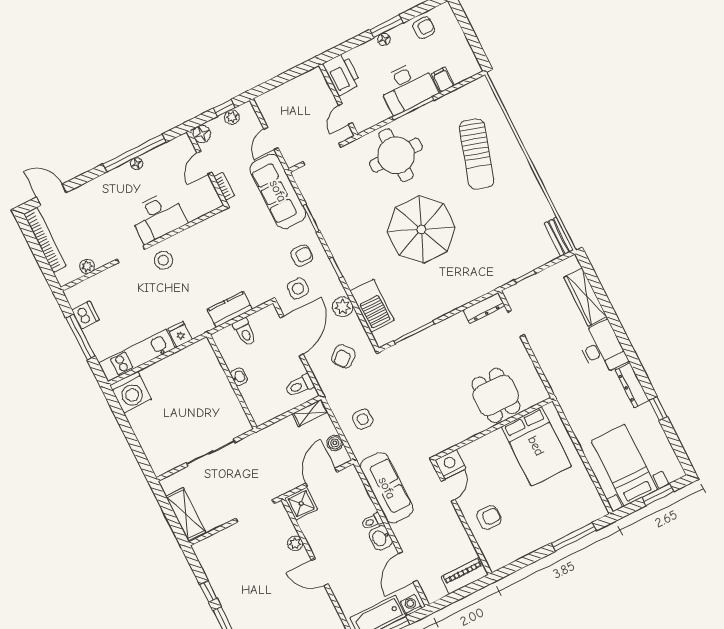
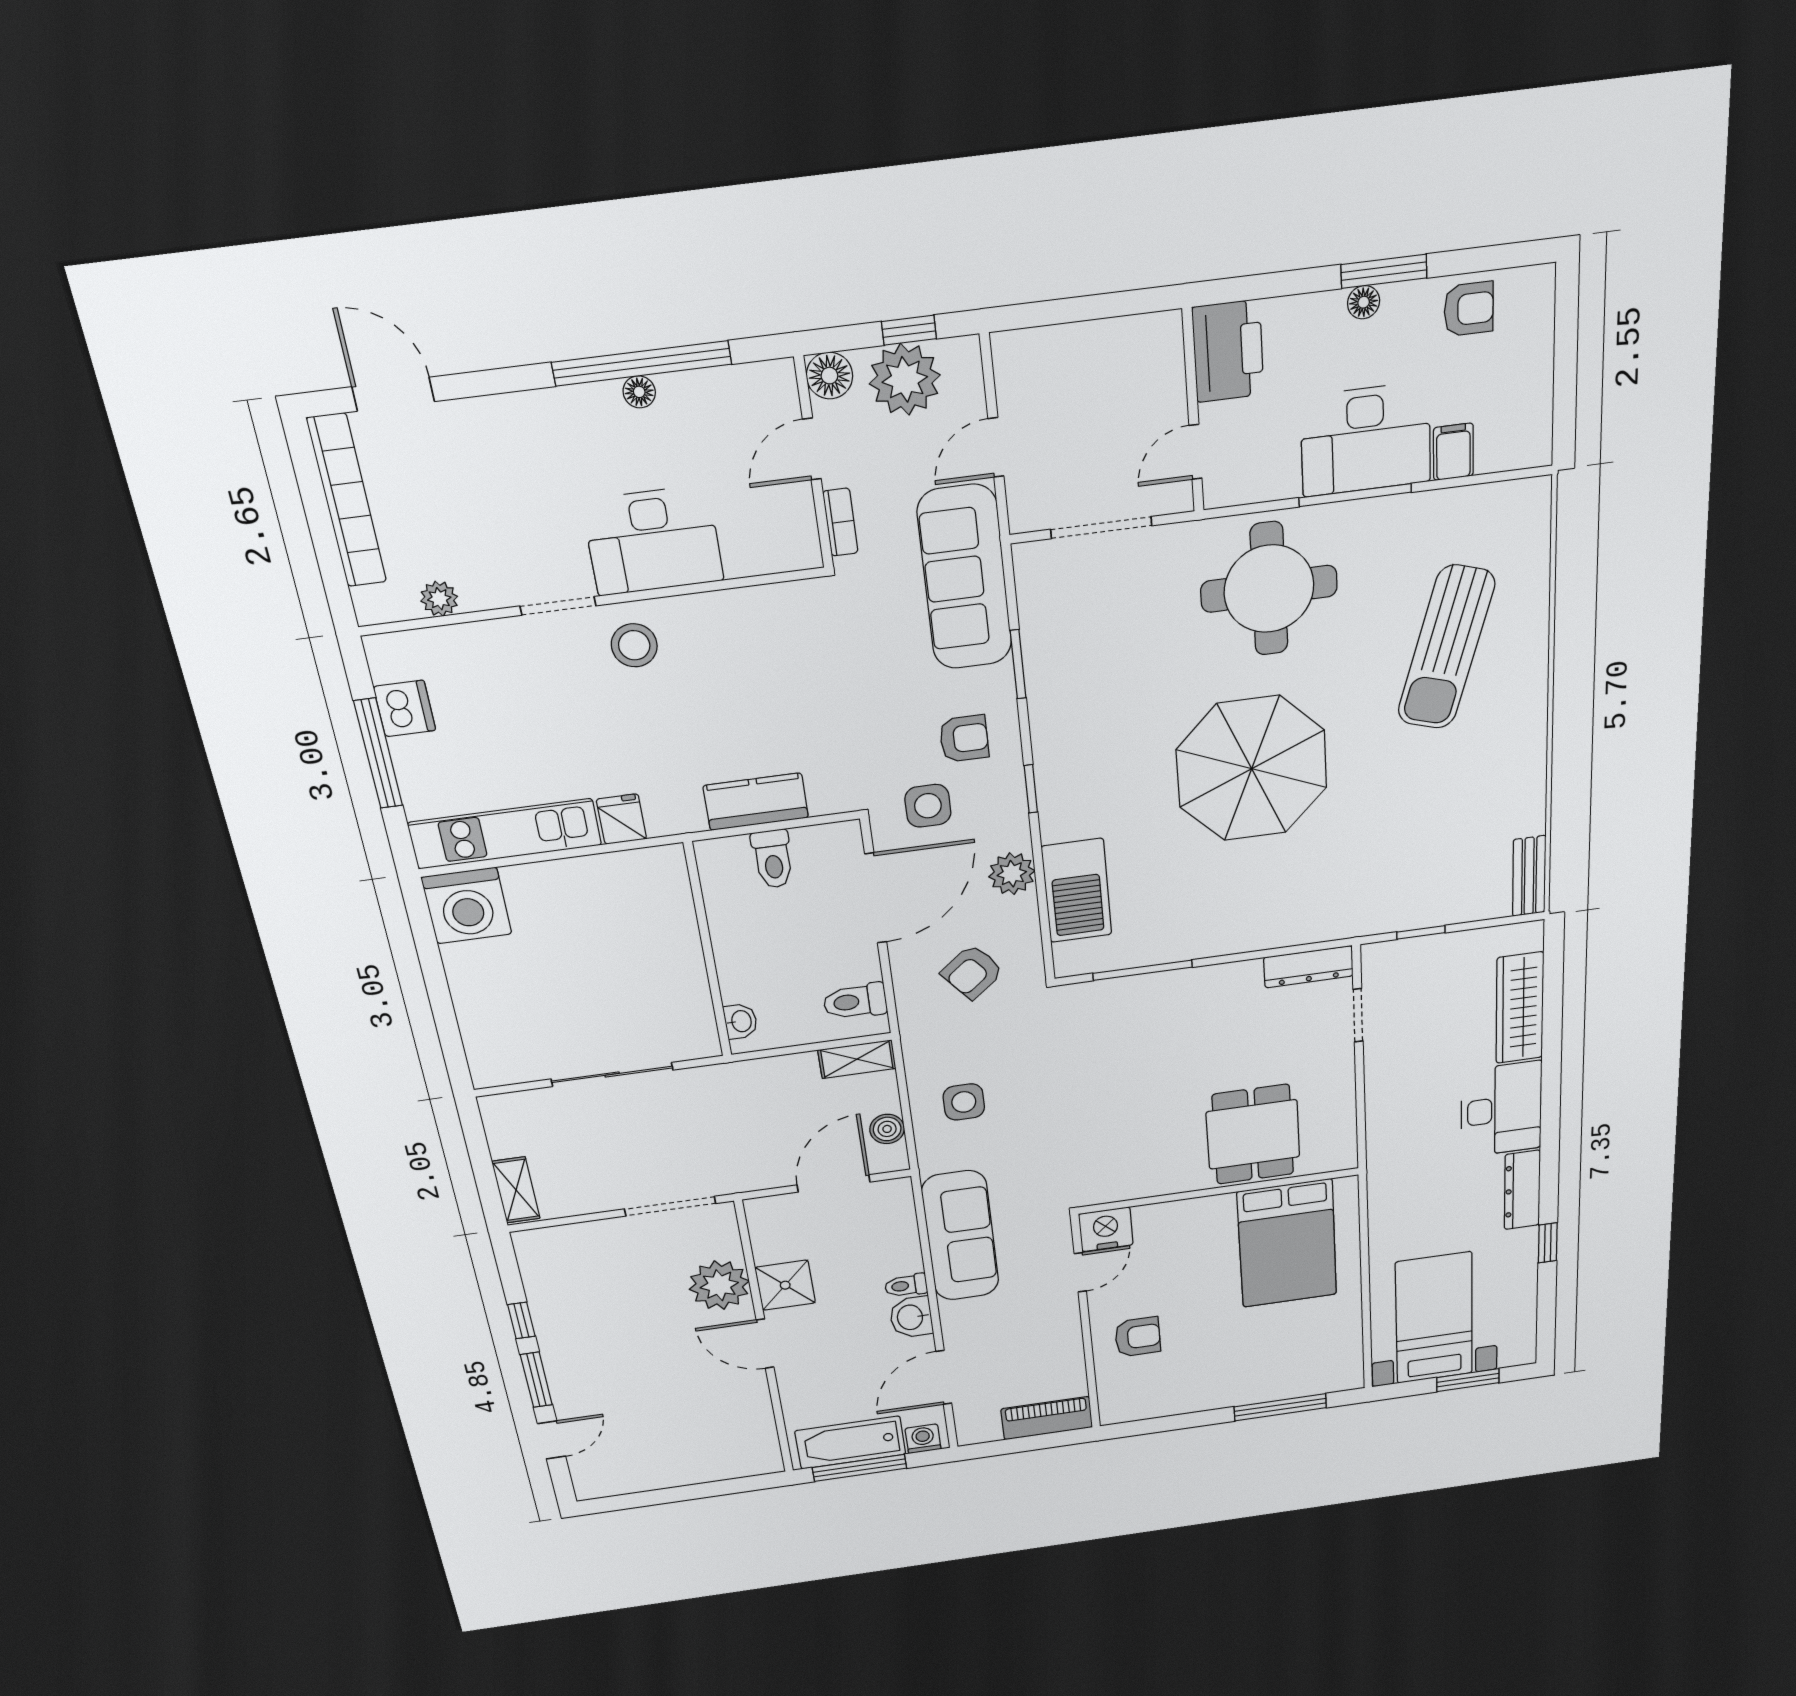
plant: (232, 117) -> (905, 379), width x1.88, depth x1.88
washbasin: (239, 377) -> (741, 1021), moved
shower: (301, 504) -> (785, 1285), moved
shelving: (186, 514) -> (516, 1190), width x0.67, depth x0.75
plant: (295, 543) -> (719, 1285), width x1.88, depth x1.88

